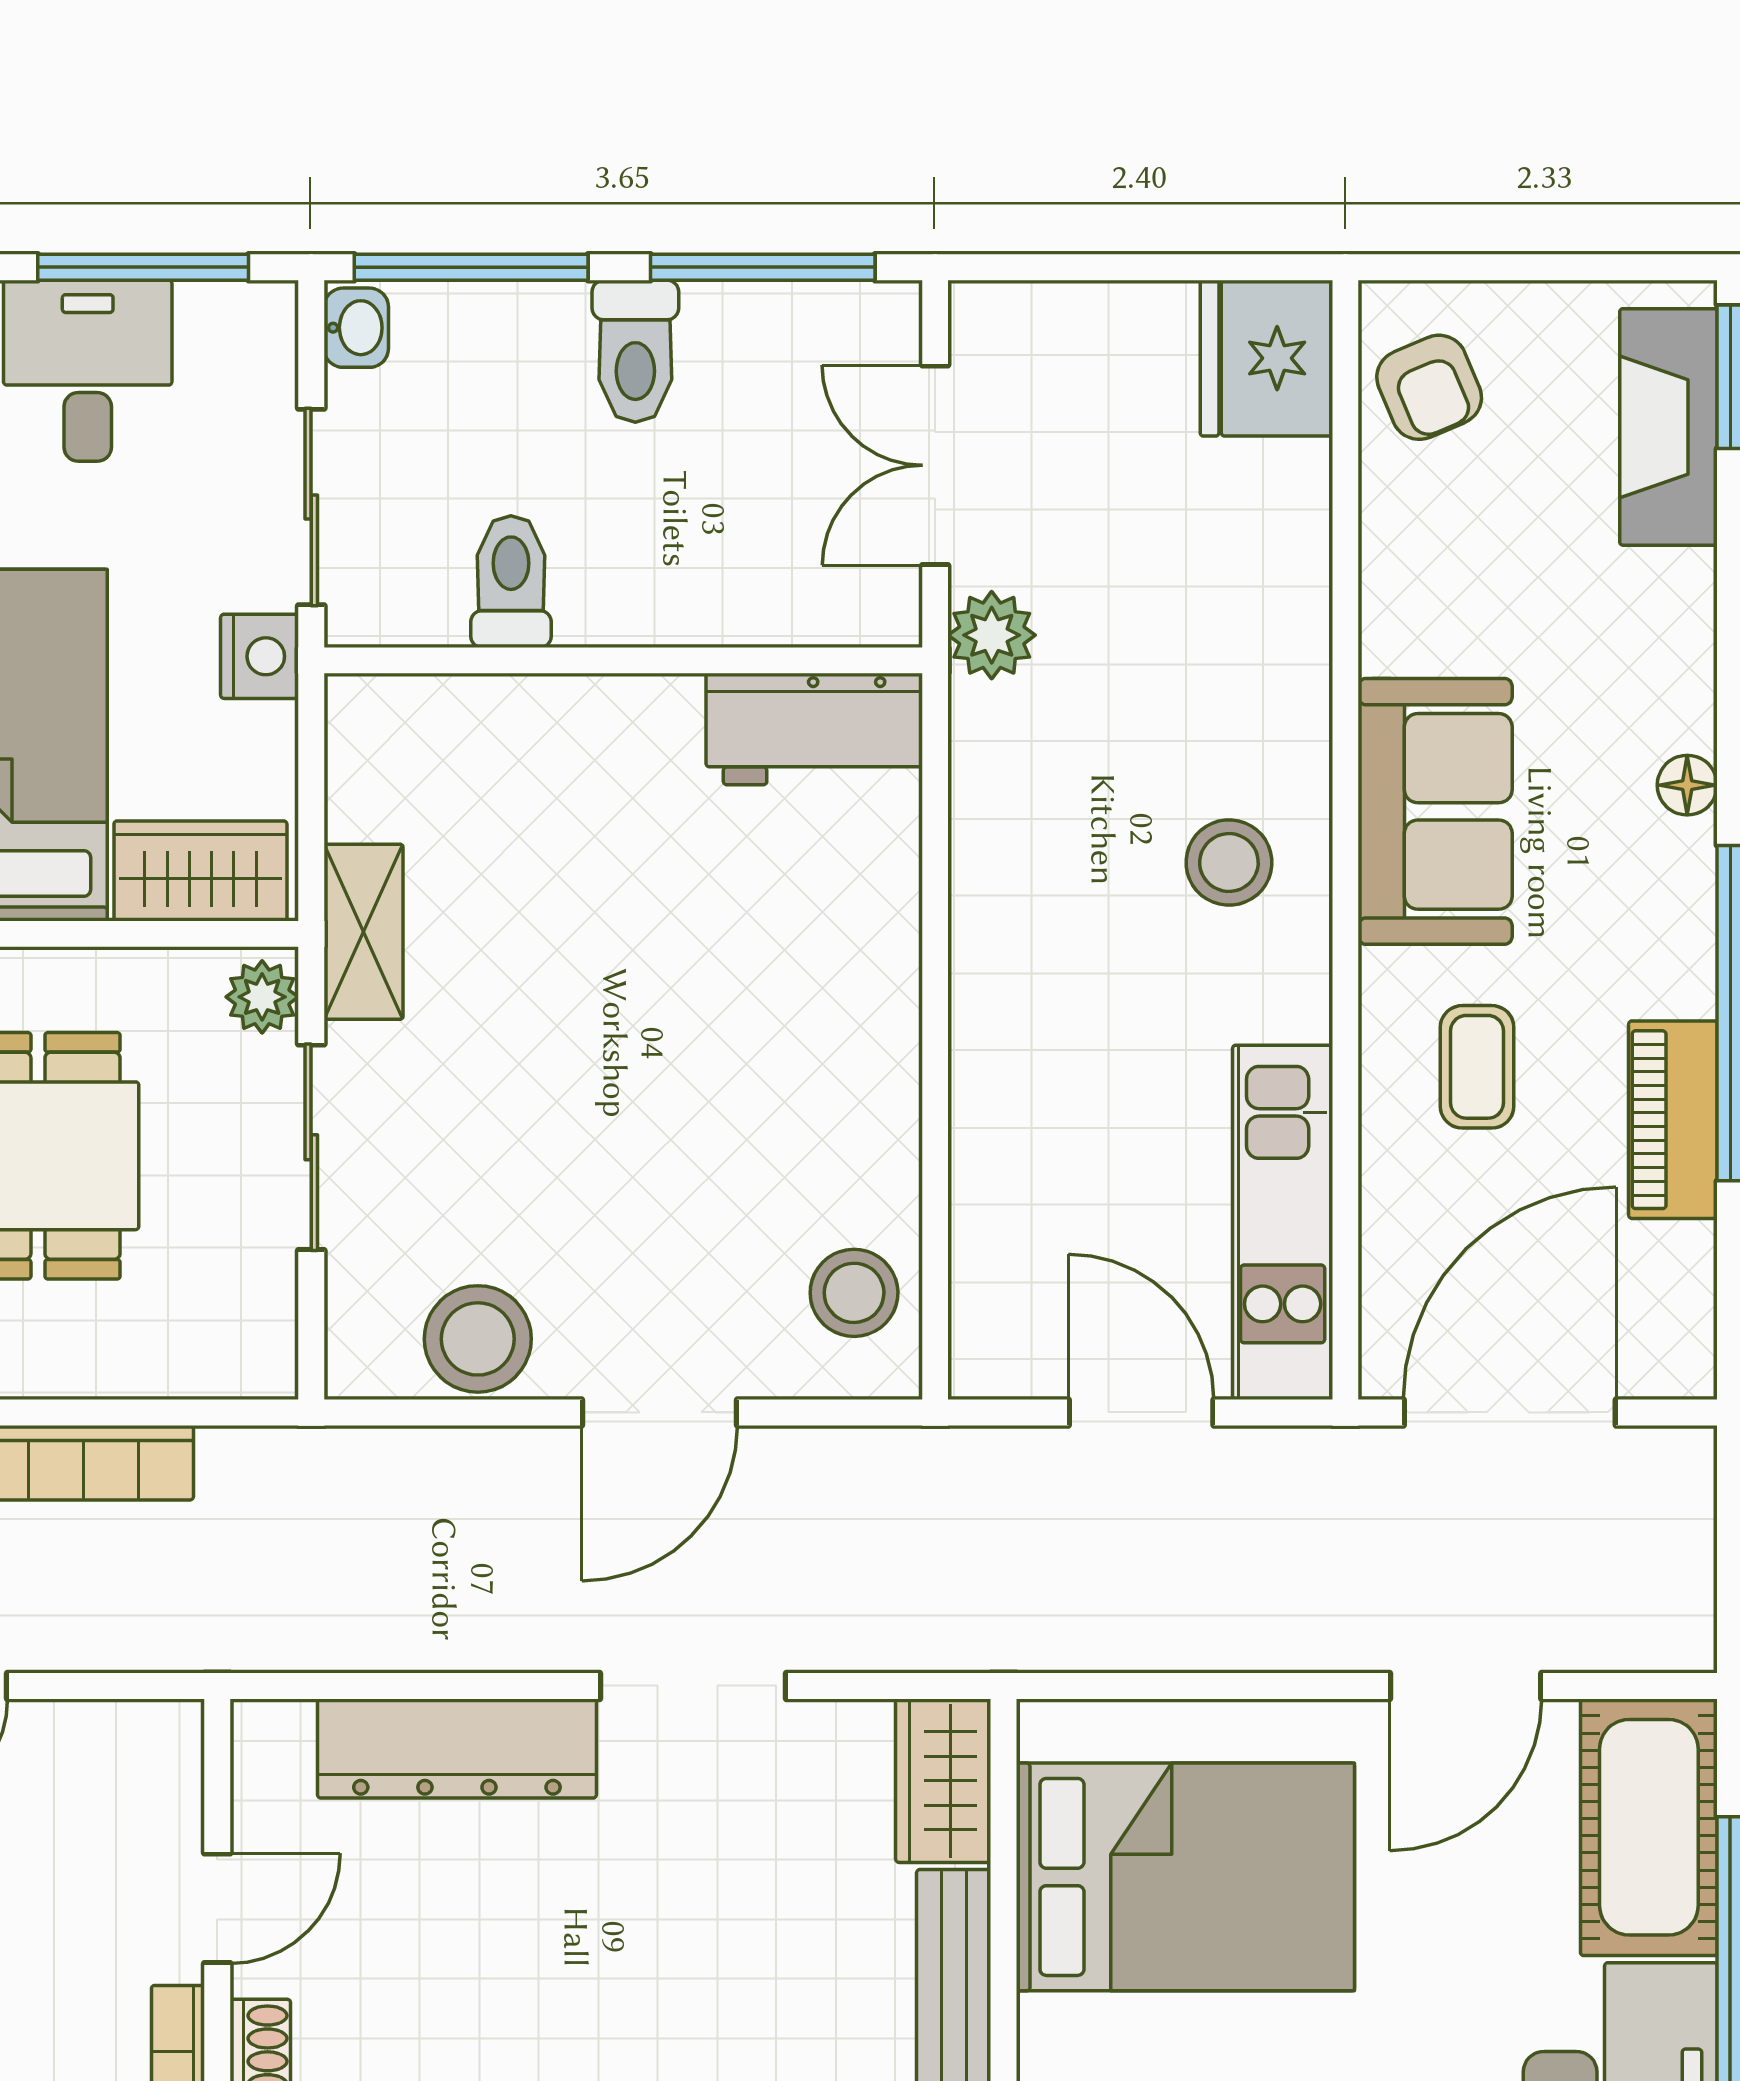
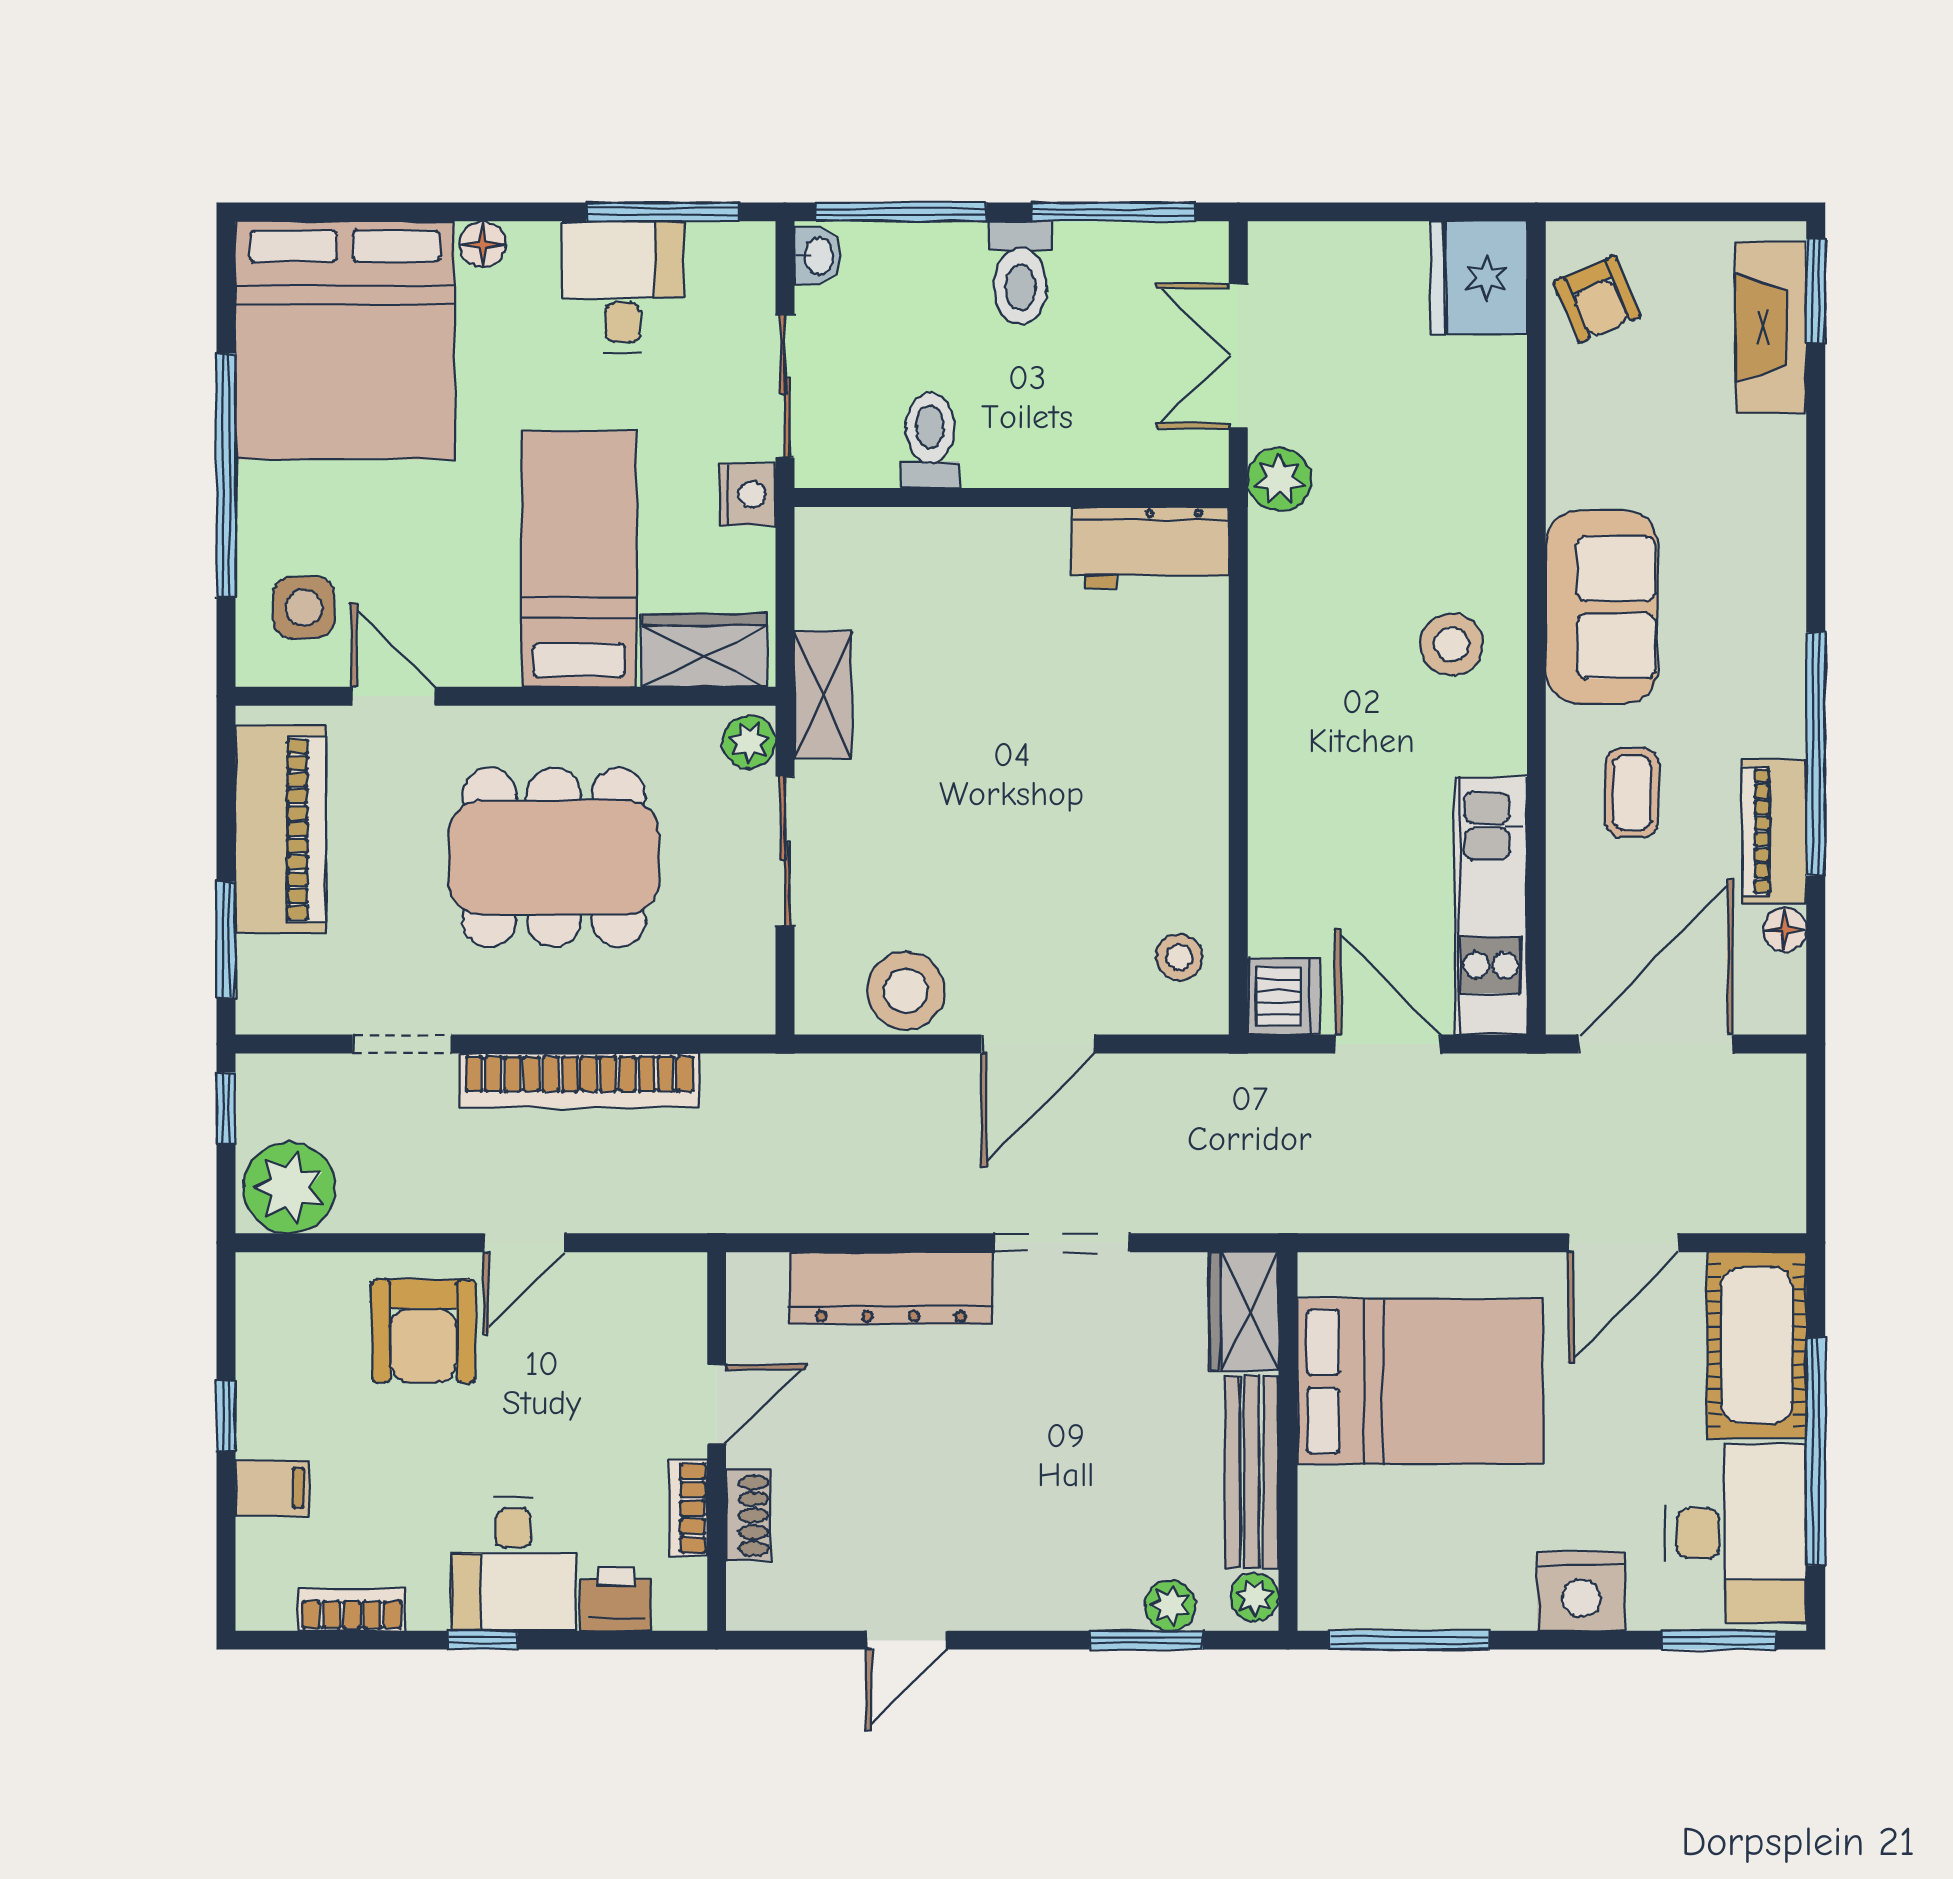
floor lamp: (1687, 785) -> (1785, 930), moved
stool: (854, 1293) -> (1179, 957), width x0.73, depth x0.73
dishwasher: (997, 1347) -> (1283, 996), added

